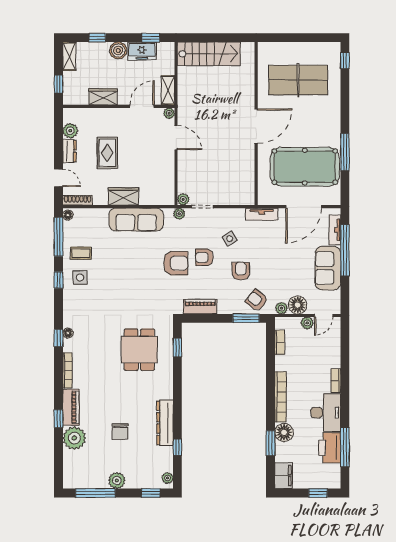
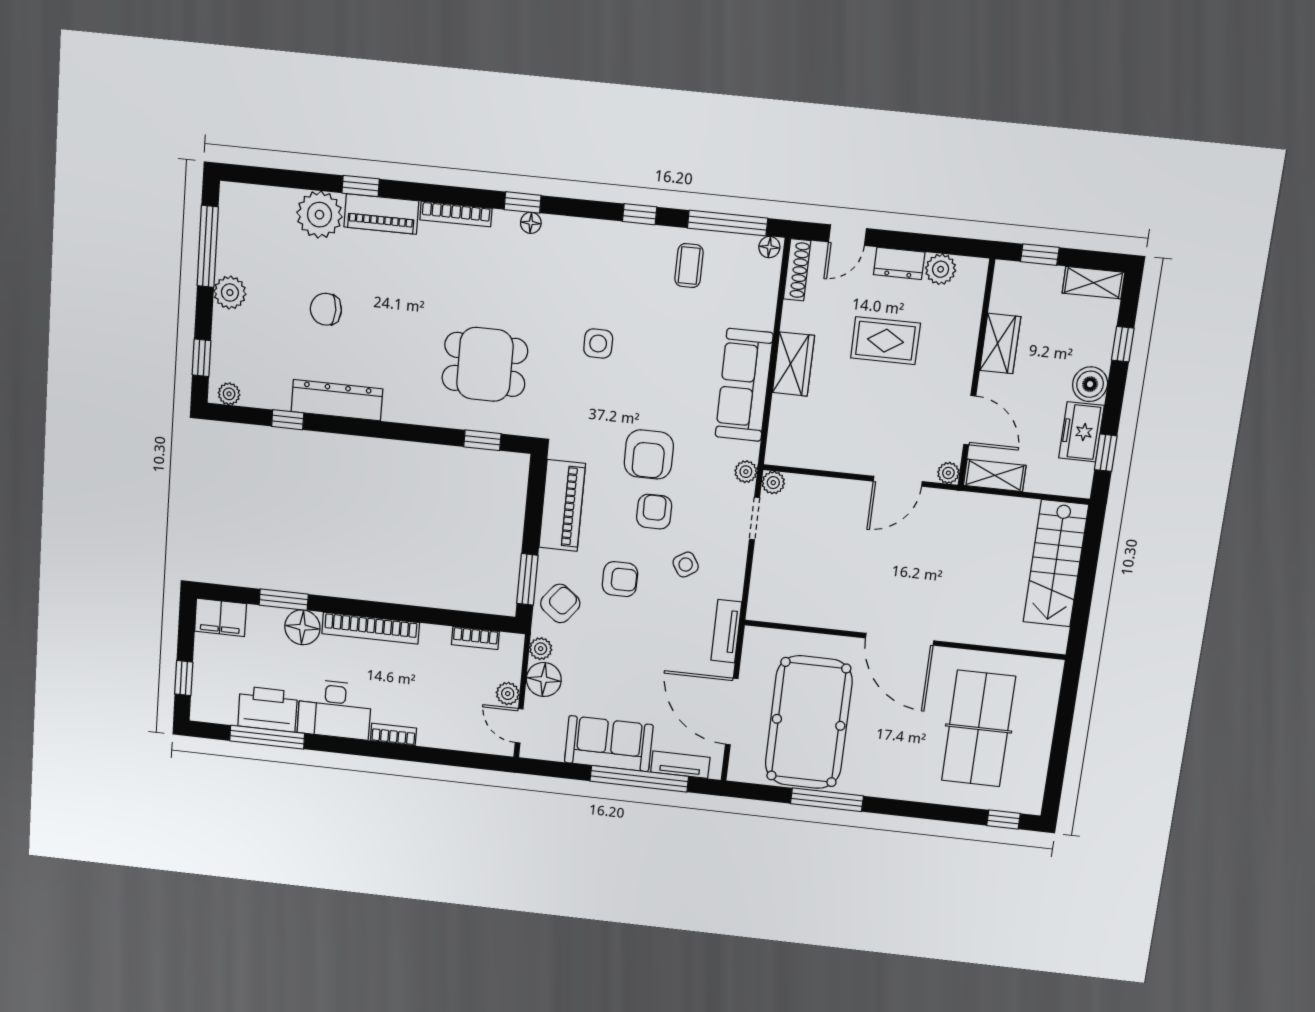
side table: (80, 278) -> (598, 343), moved
piano: (200, 307) -> (562, 506), width x1.37, depth x1.33

